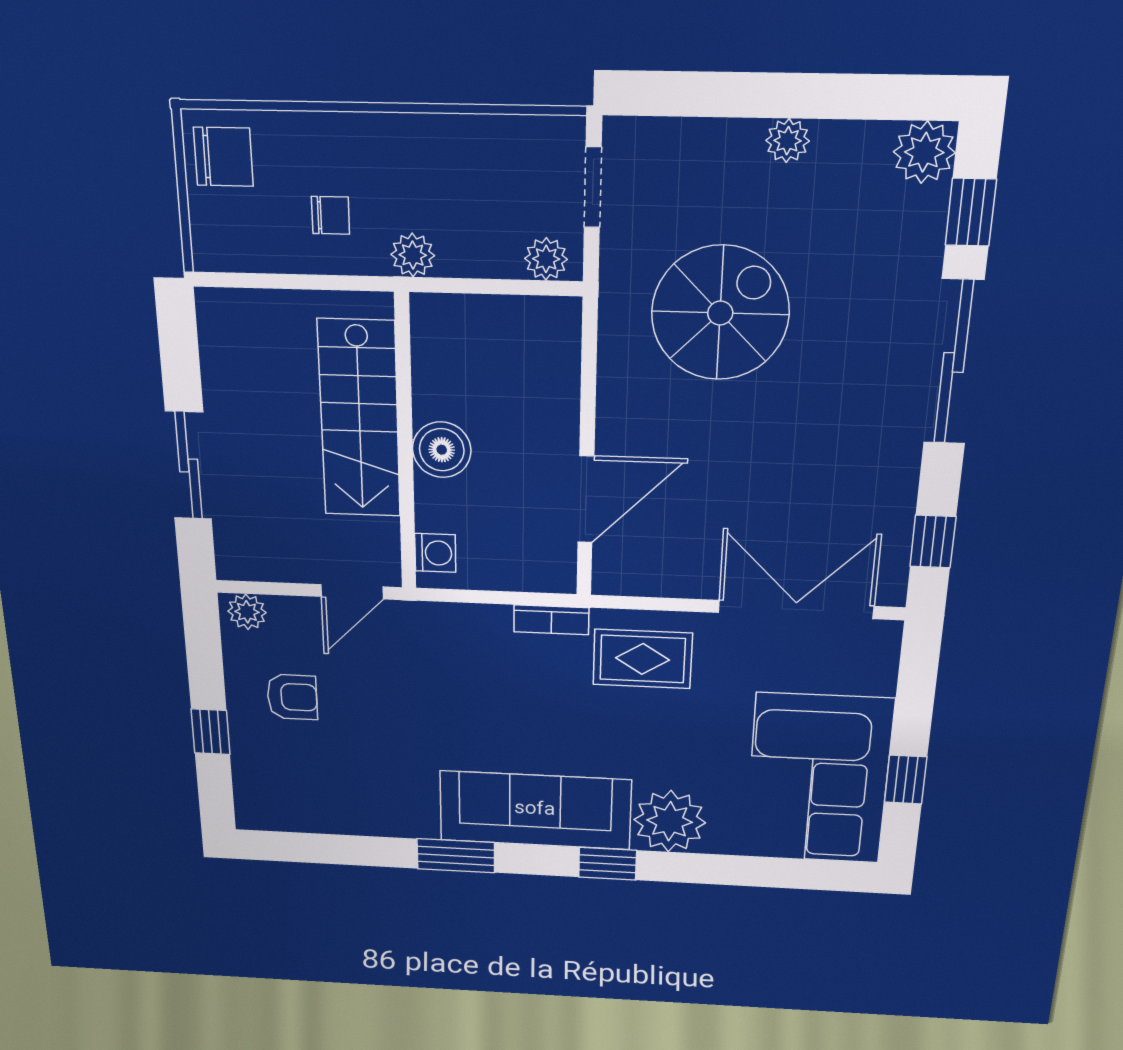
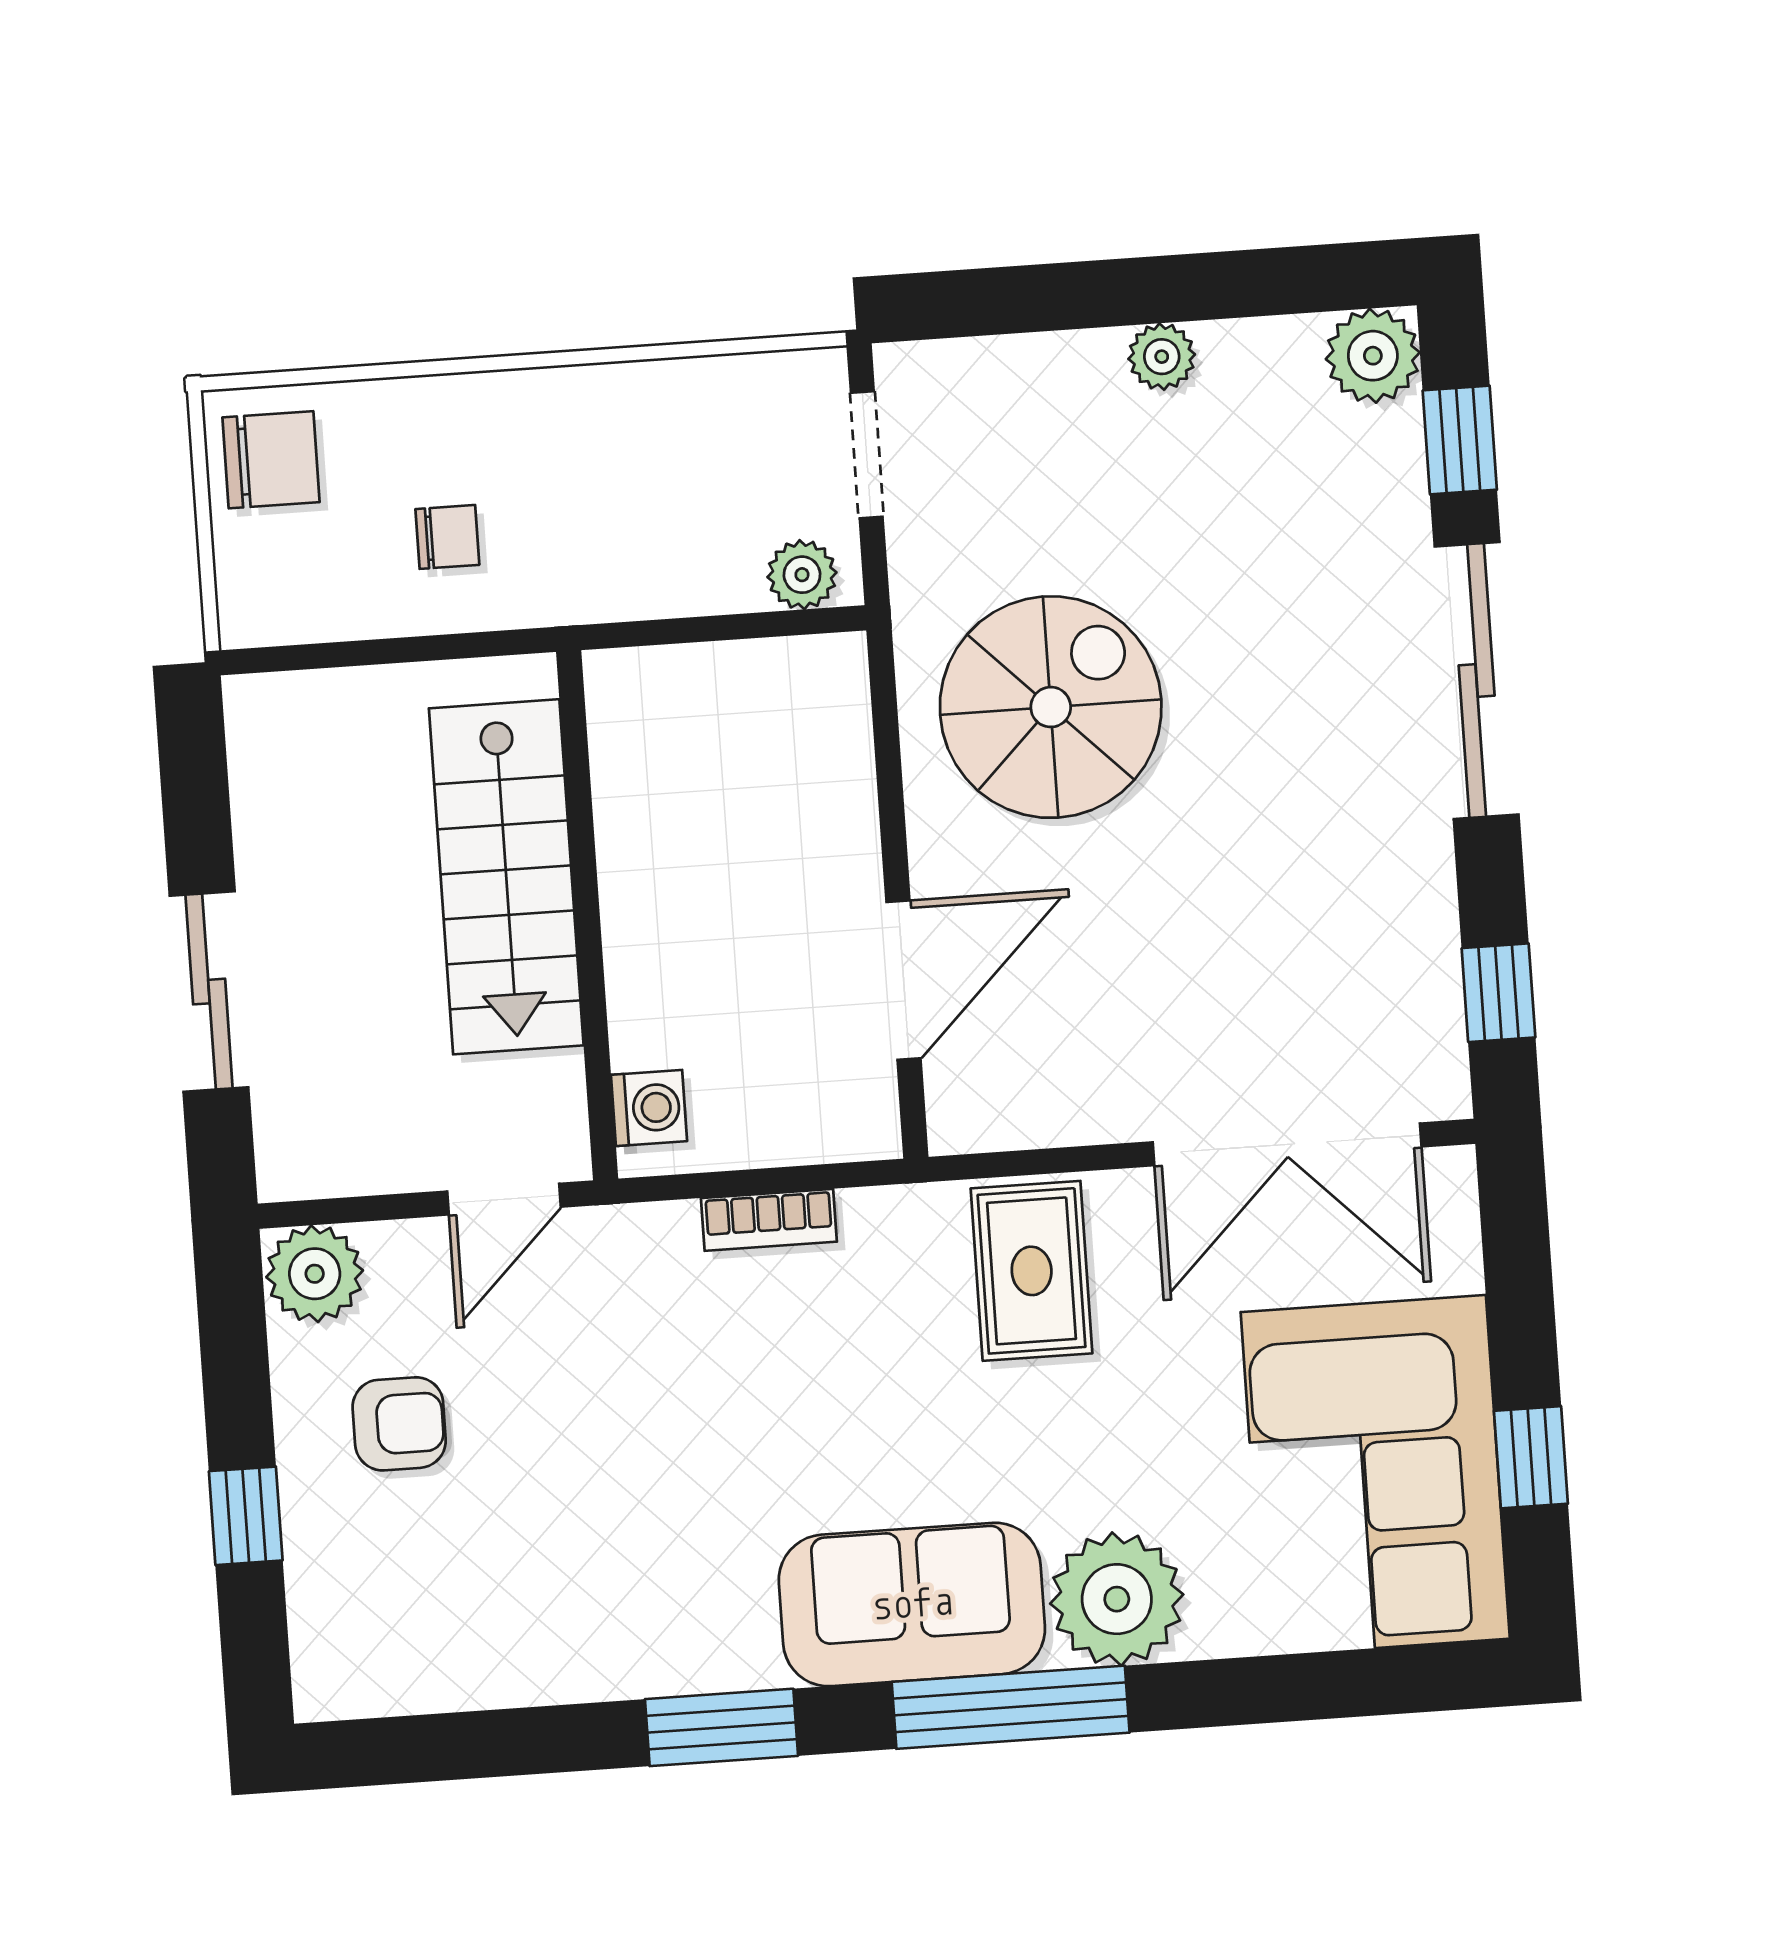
plant: (413, 255) -> (585, 589), removed
spiral stairs: (720, 313) -> (1051, 707), moved
boiler: (442, 450) -> (650, 916), removed
double door: (796, 609) -> (1287, 1144), swing flipped
plant: (247, 612) -> (315, 1274), width x1.38, depth x1.38
bookcase: (551, 620) -> (769, 1220), moved
rug: (643, 659) -> (1032, 1271), turned 90
sofa: (535, 810) -> (912, 1604), width x0.73
window: (607, 864) -> (1011, 1707), width x2.17

